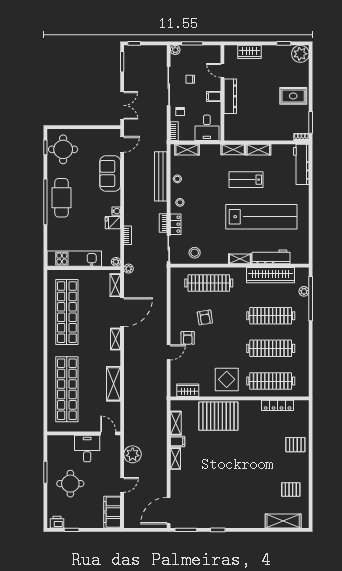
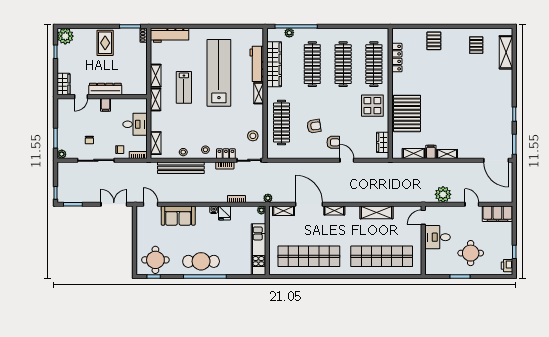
door: (222, 70) -> (81, 97), moved
wall: (222, 93) -> (102, 97), moved
dresser: (230, 96) -> (105, 89), moved
filing cabinet: (214, 97) -> (106, 105), moved

